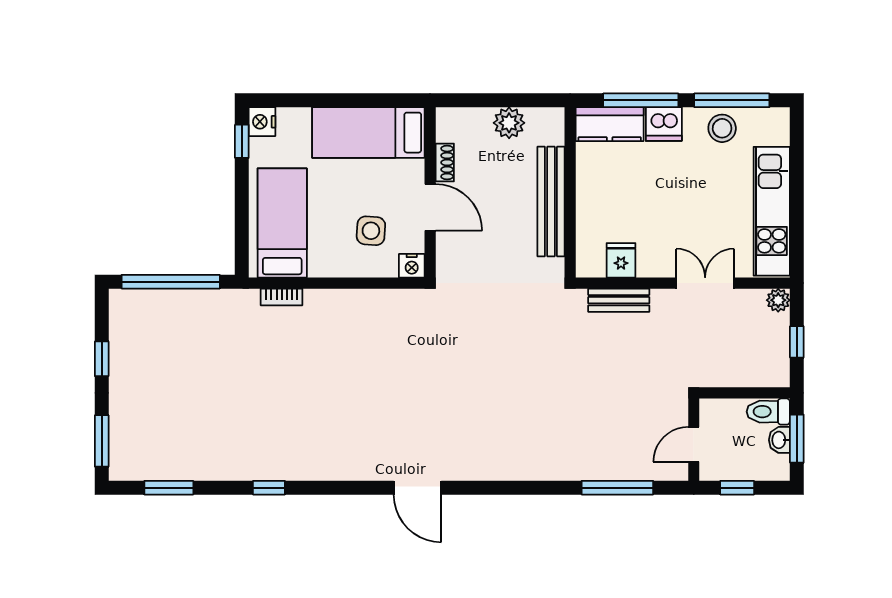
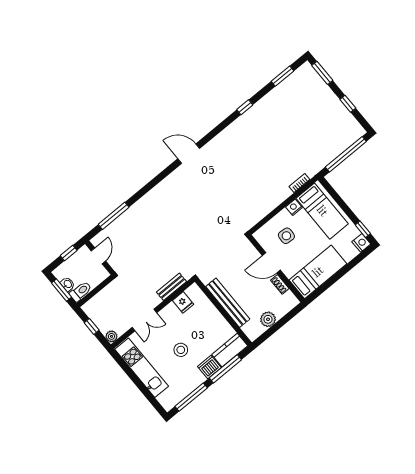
stool: (722, 128) -> (181, 350), moved
nightstand: (412, 266) -> (294, 207), moved

